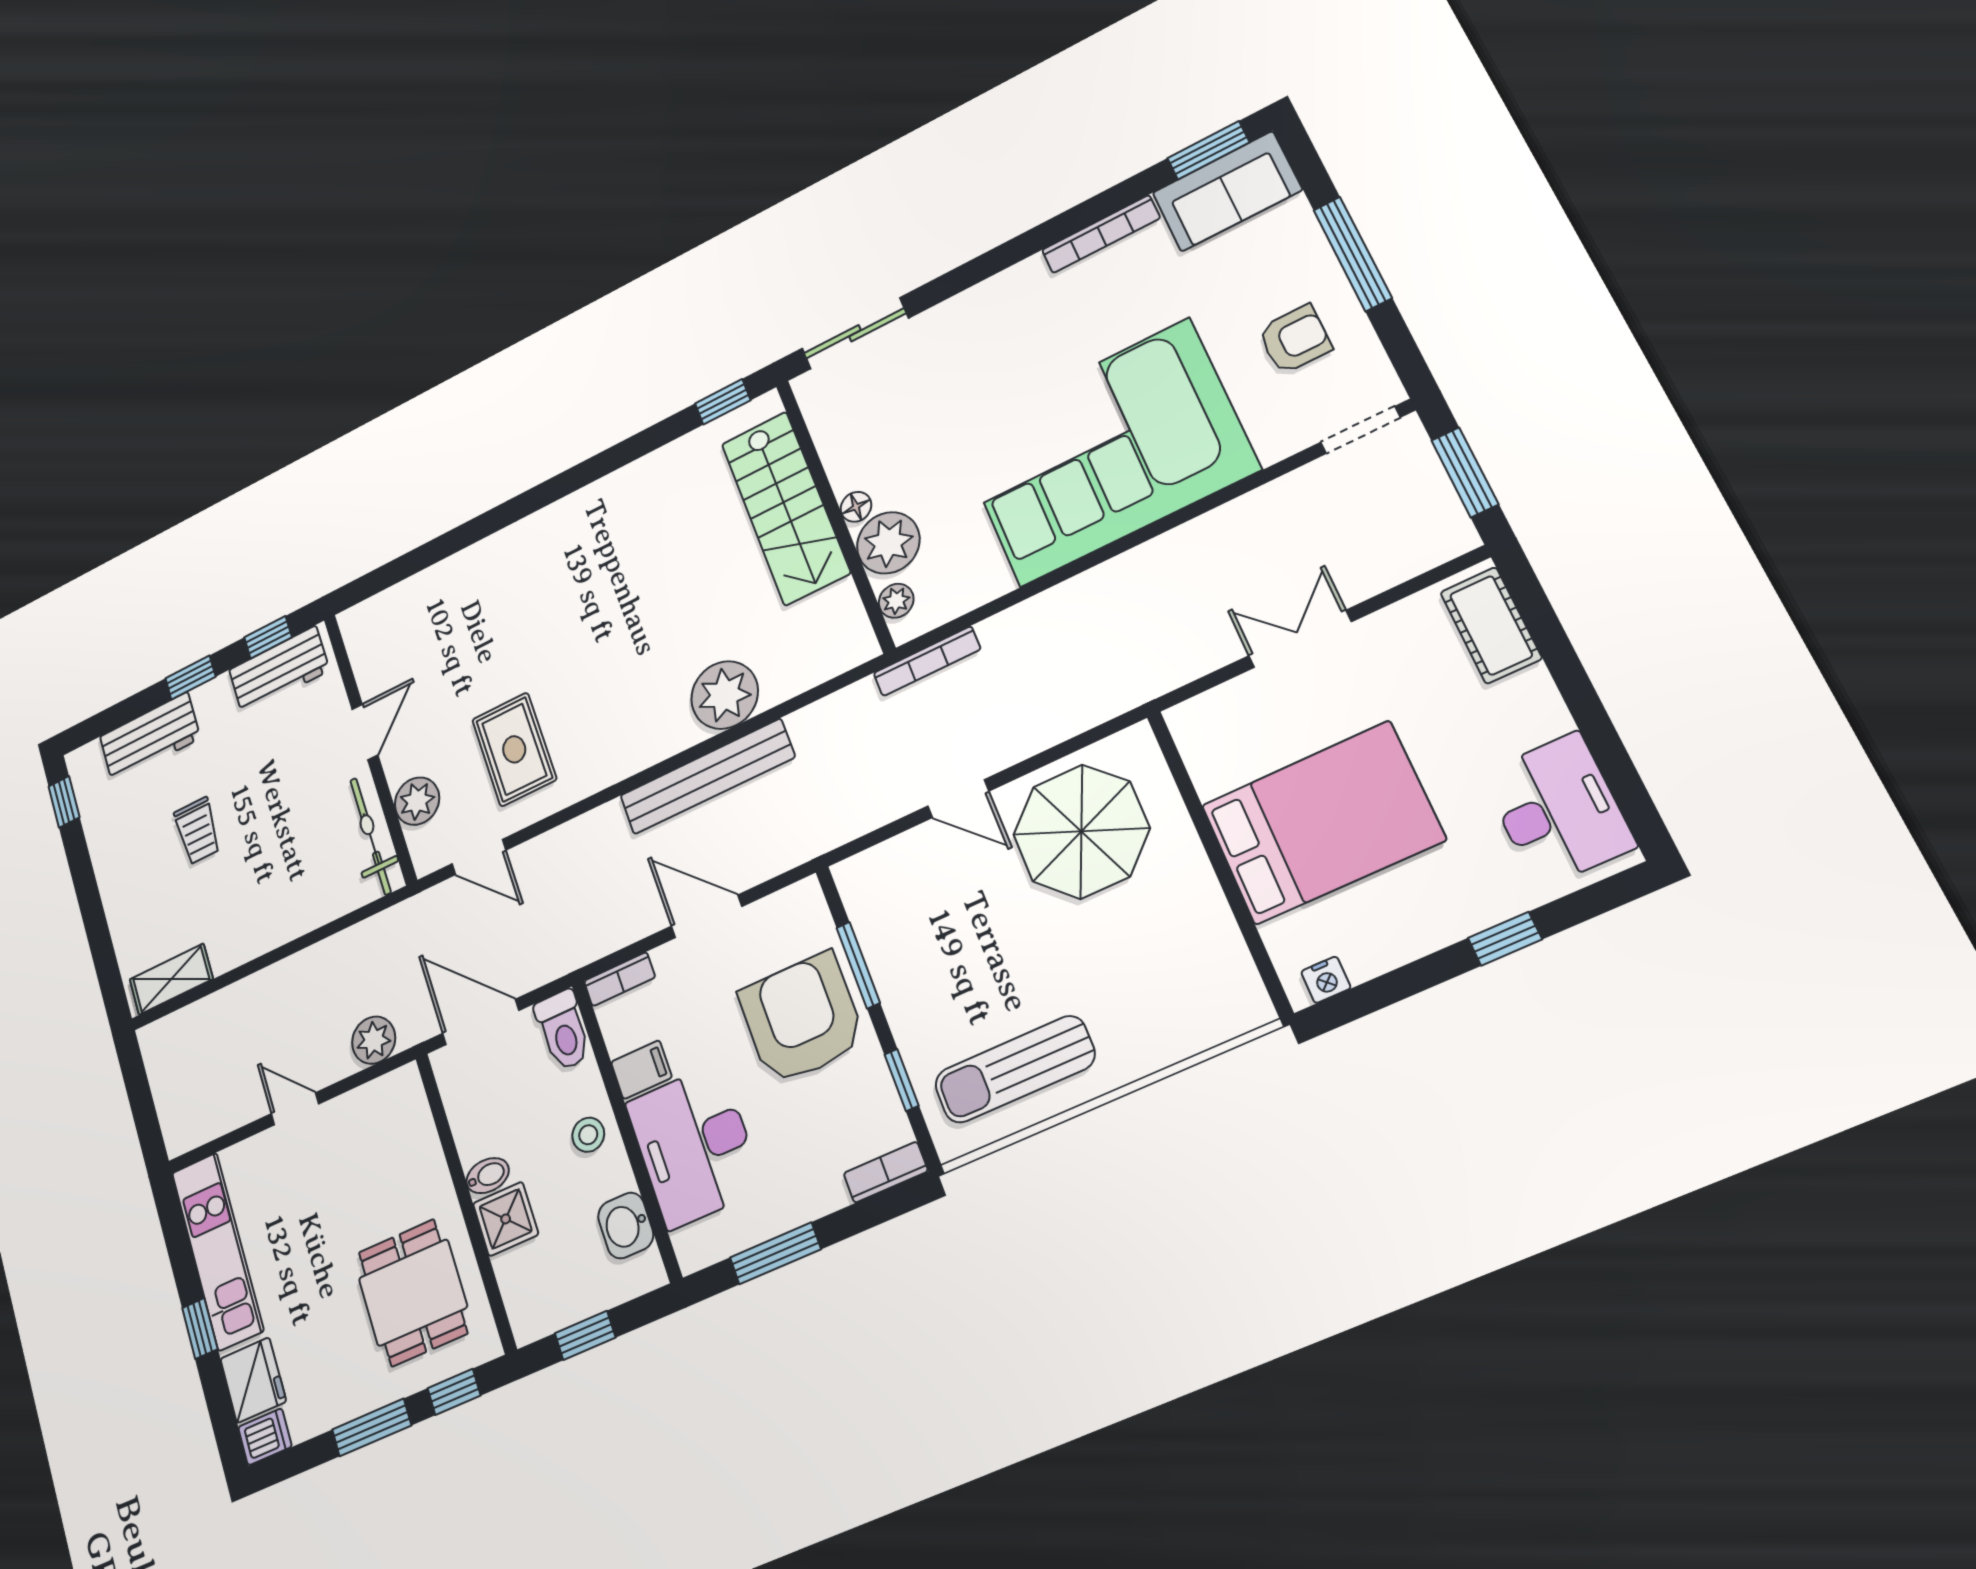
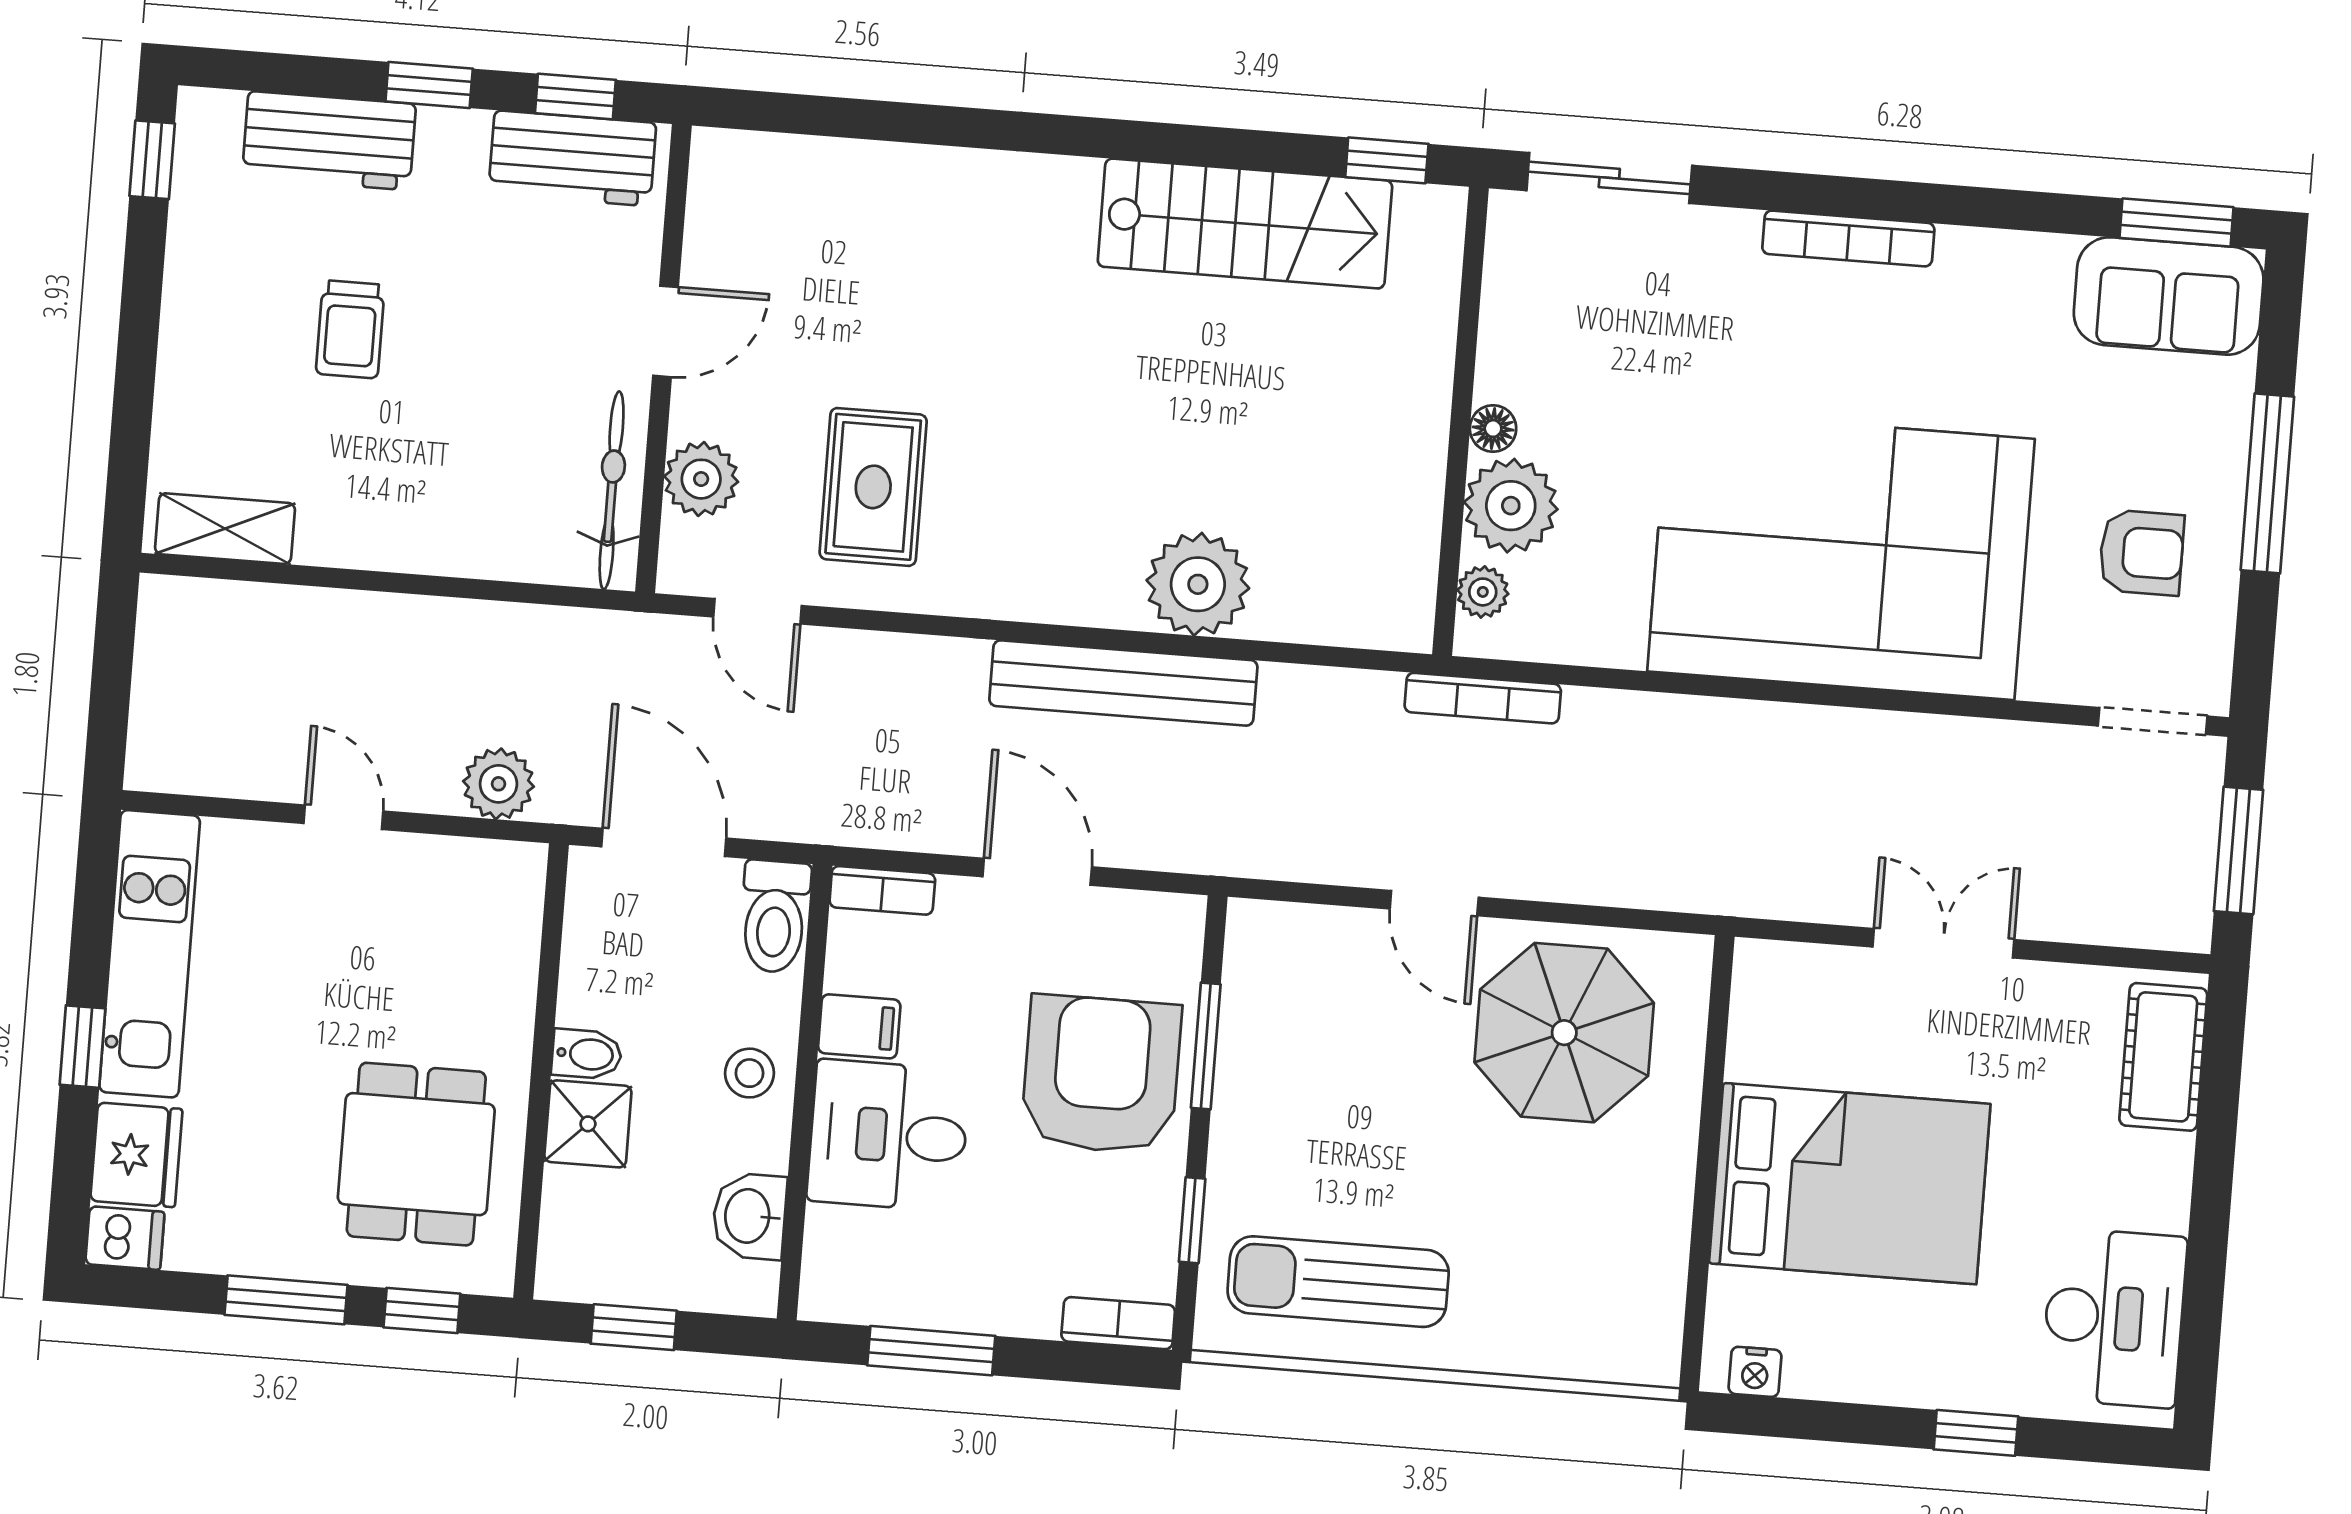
bookcase: (1101, 234) -> (1848, 238), moved
stairs: (785, 508) -> (1245, 224), moved, turned -90
desk: (694, 1146) -> (888, 1135), width x0.73

